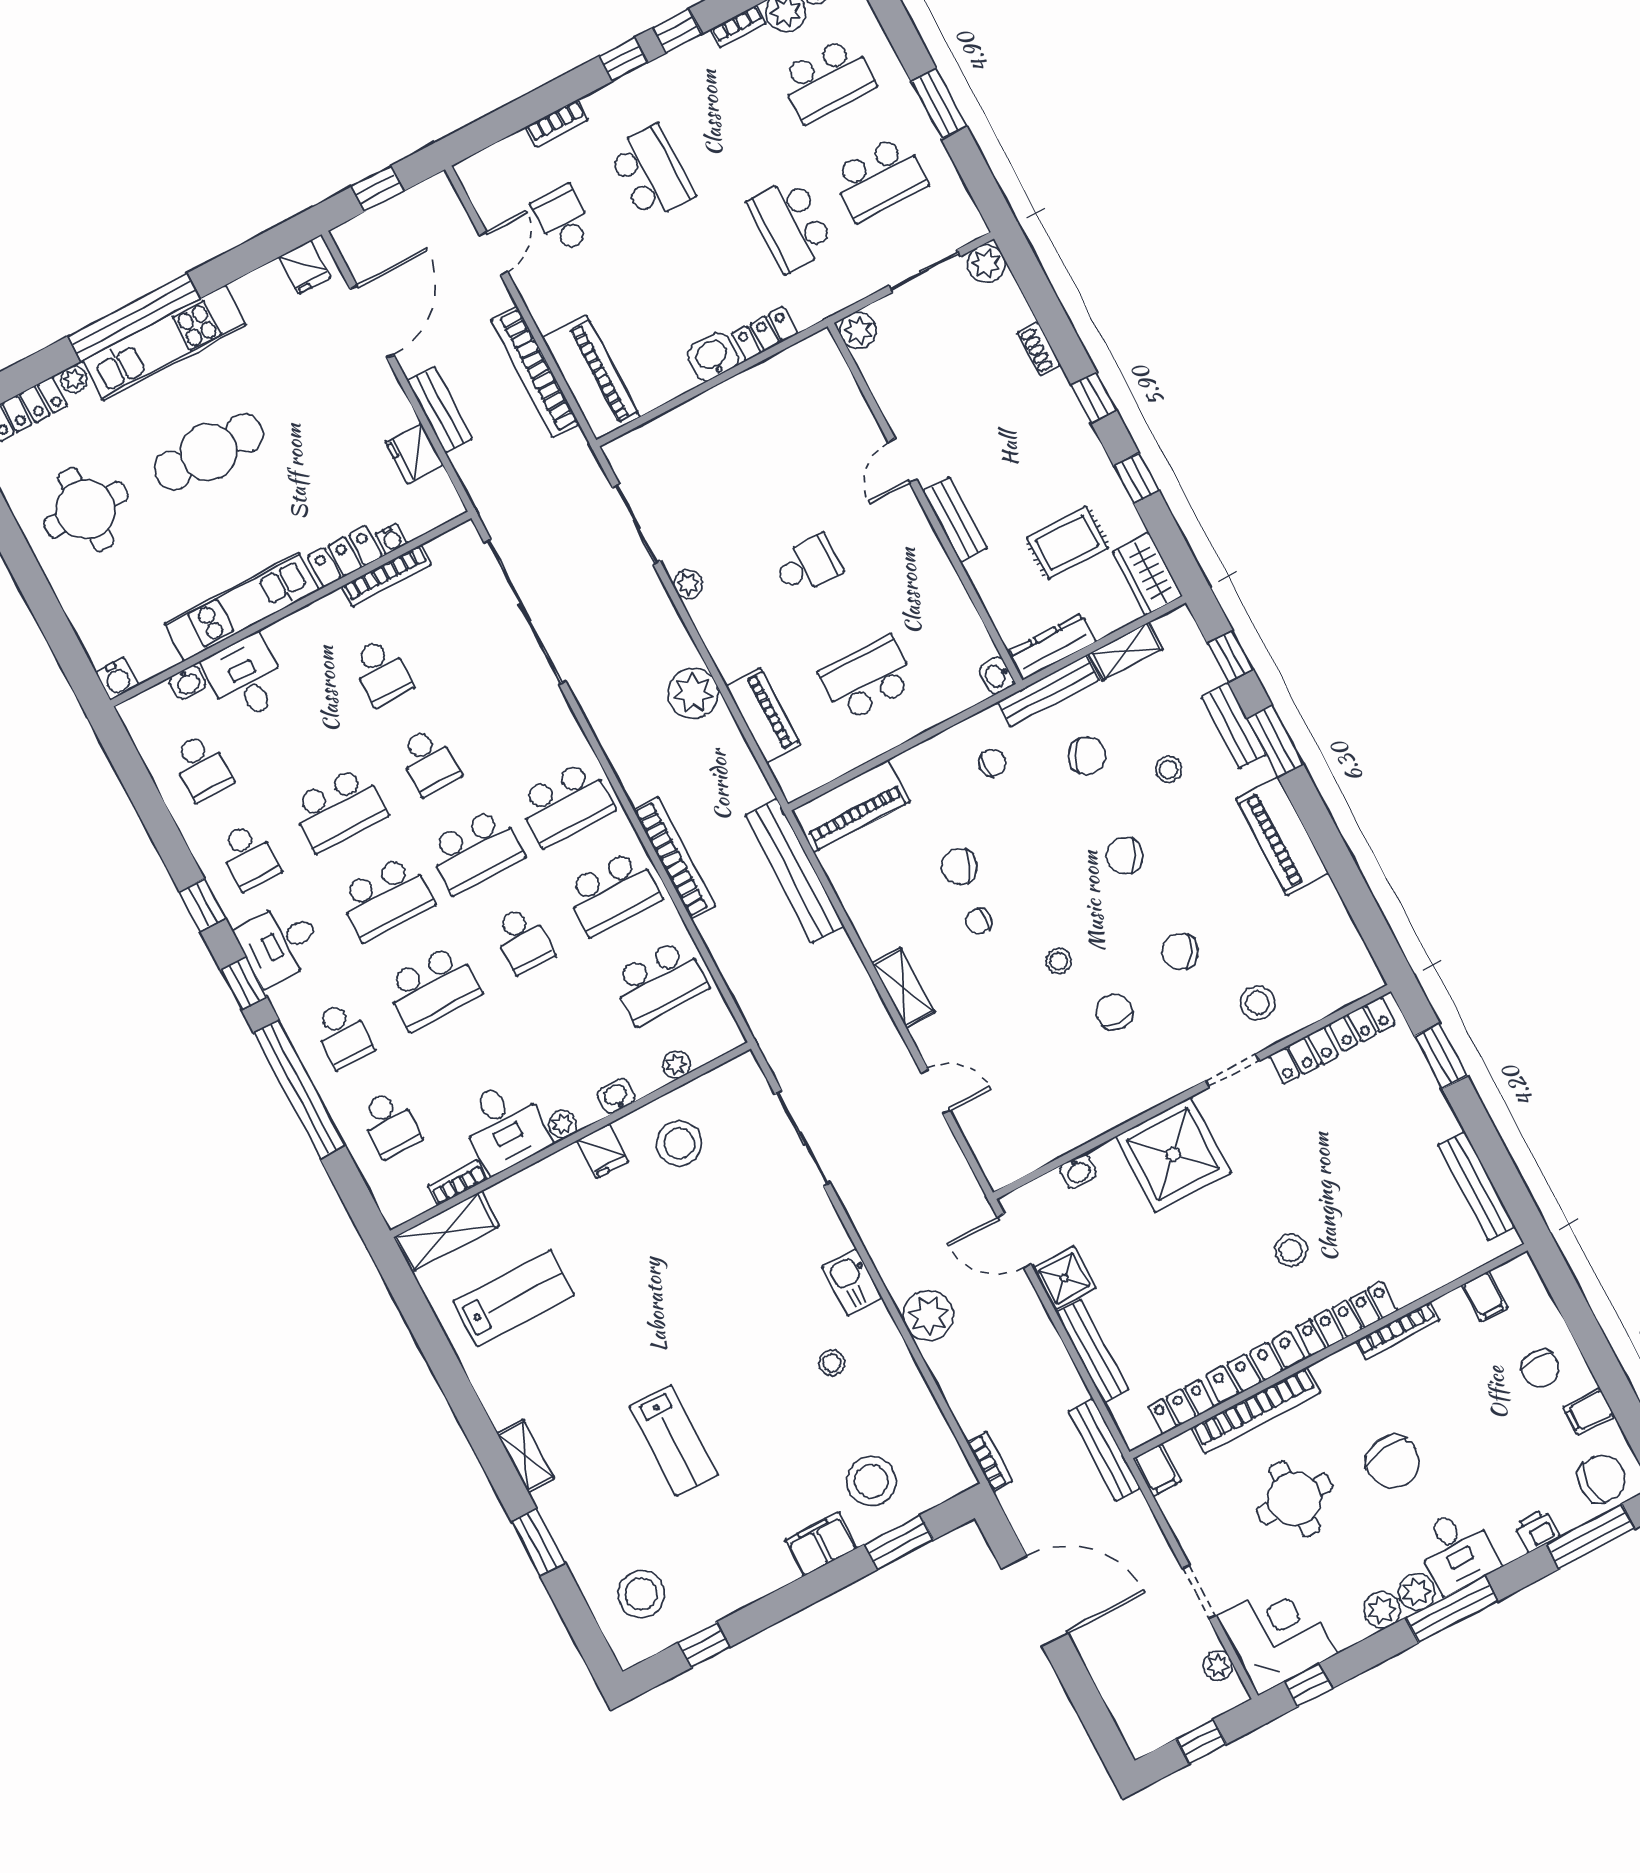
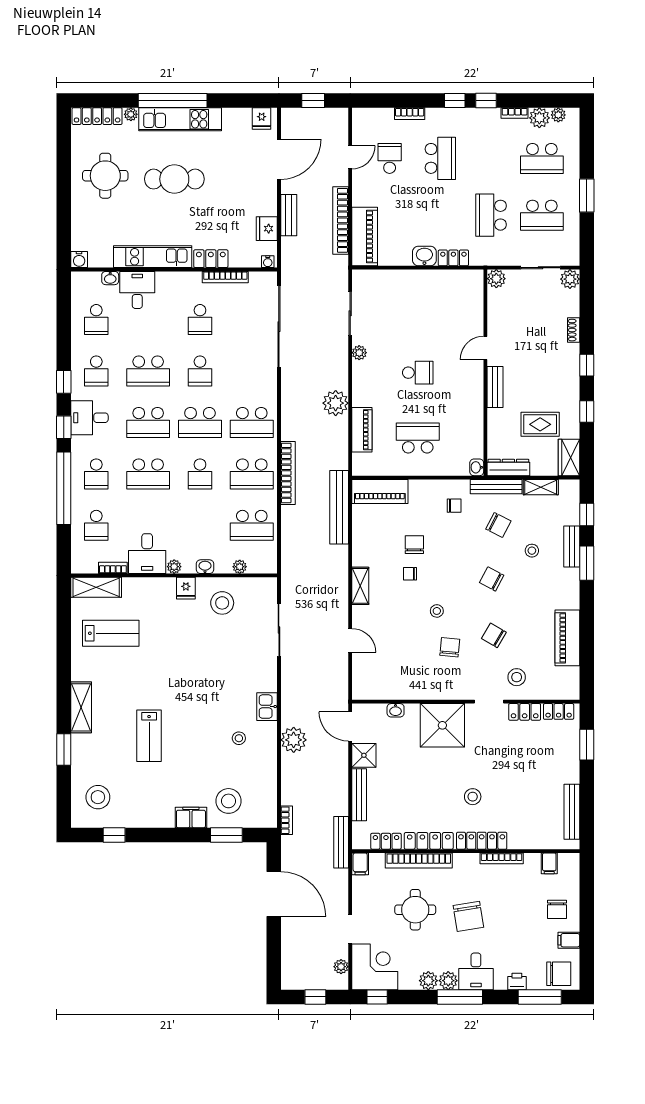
water cooler: (391, 539) -> (268, 262), moved
piano: (1282, 836) -> (567, 638), moved
chair: (959, 866) -> (414, 545), turned 65
shelving: (526, 1456) -> (81, 707), width x1.50, depth x1.33

